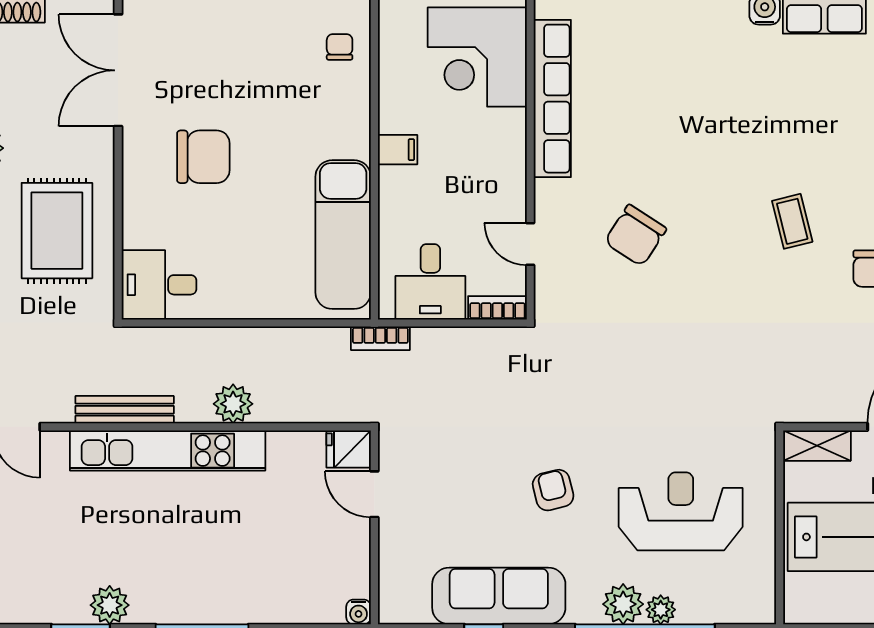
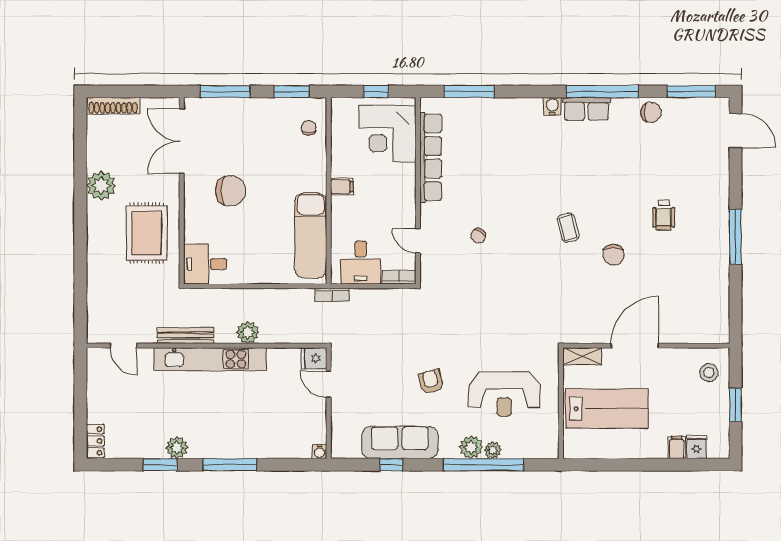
chair: (635, 235) -> (478, 236), width x0.54, depth x0.54
reception desk: (681, 511) -> (504, 394), turned 180

